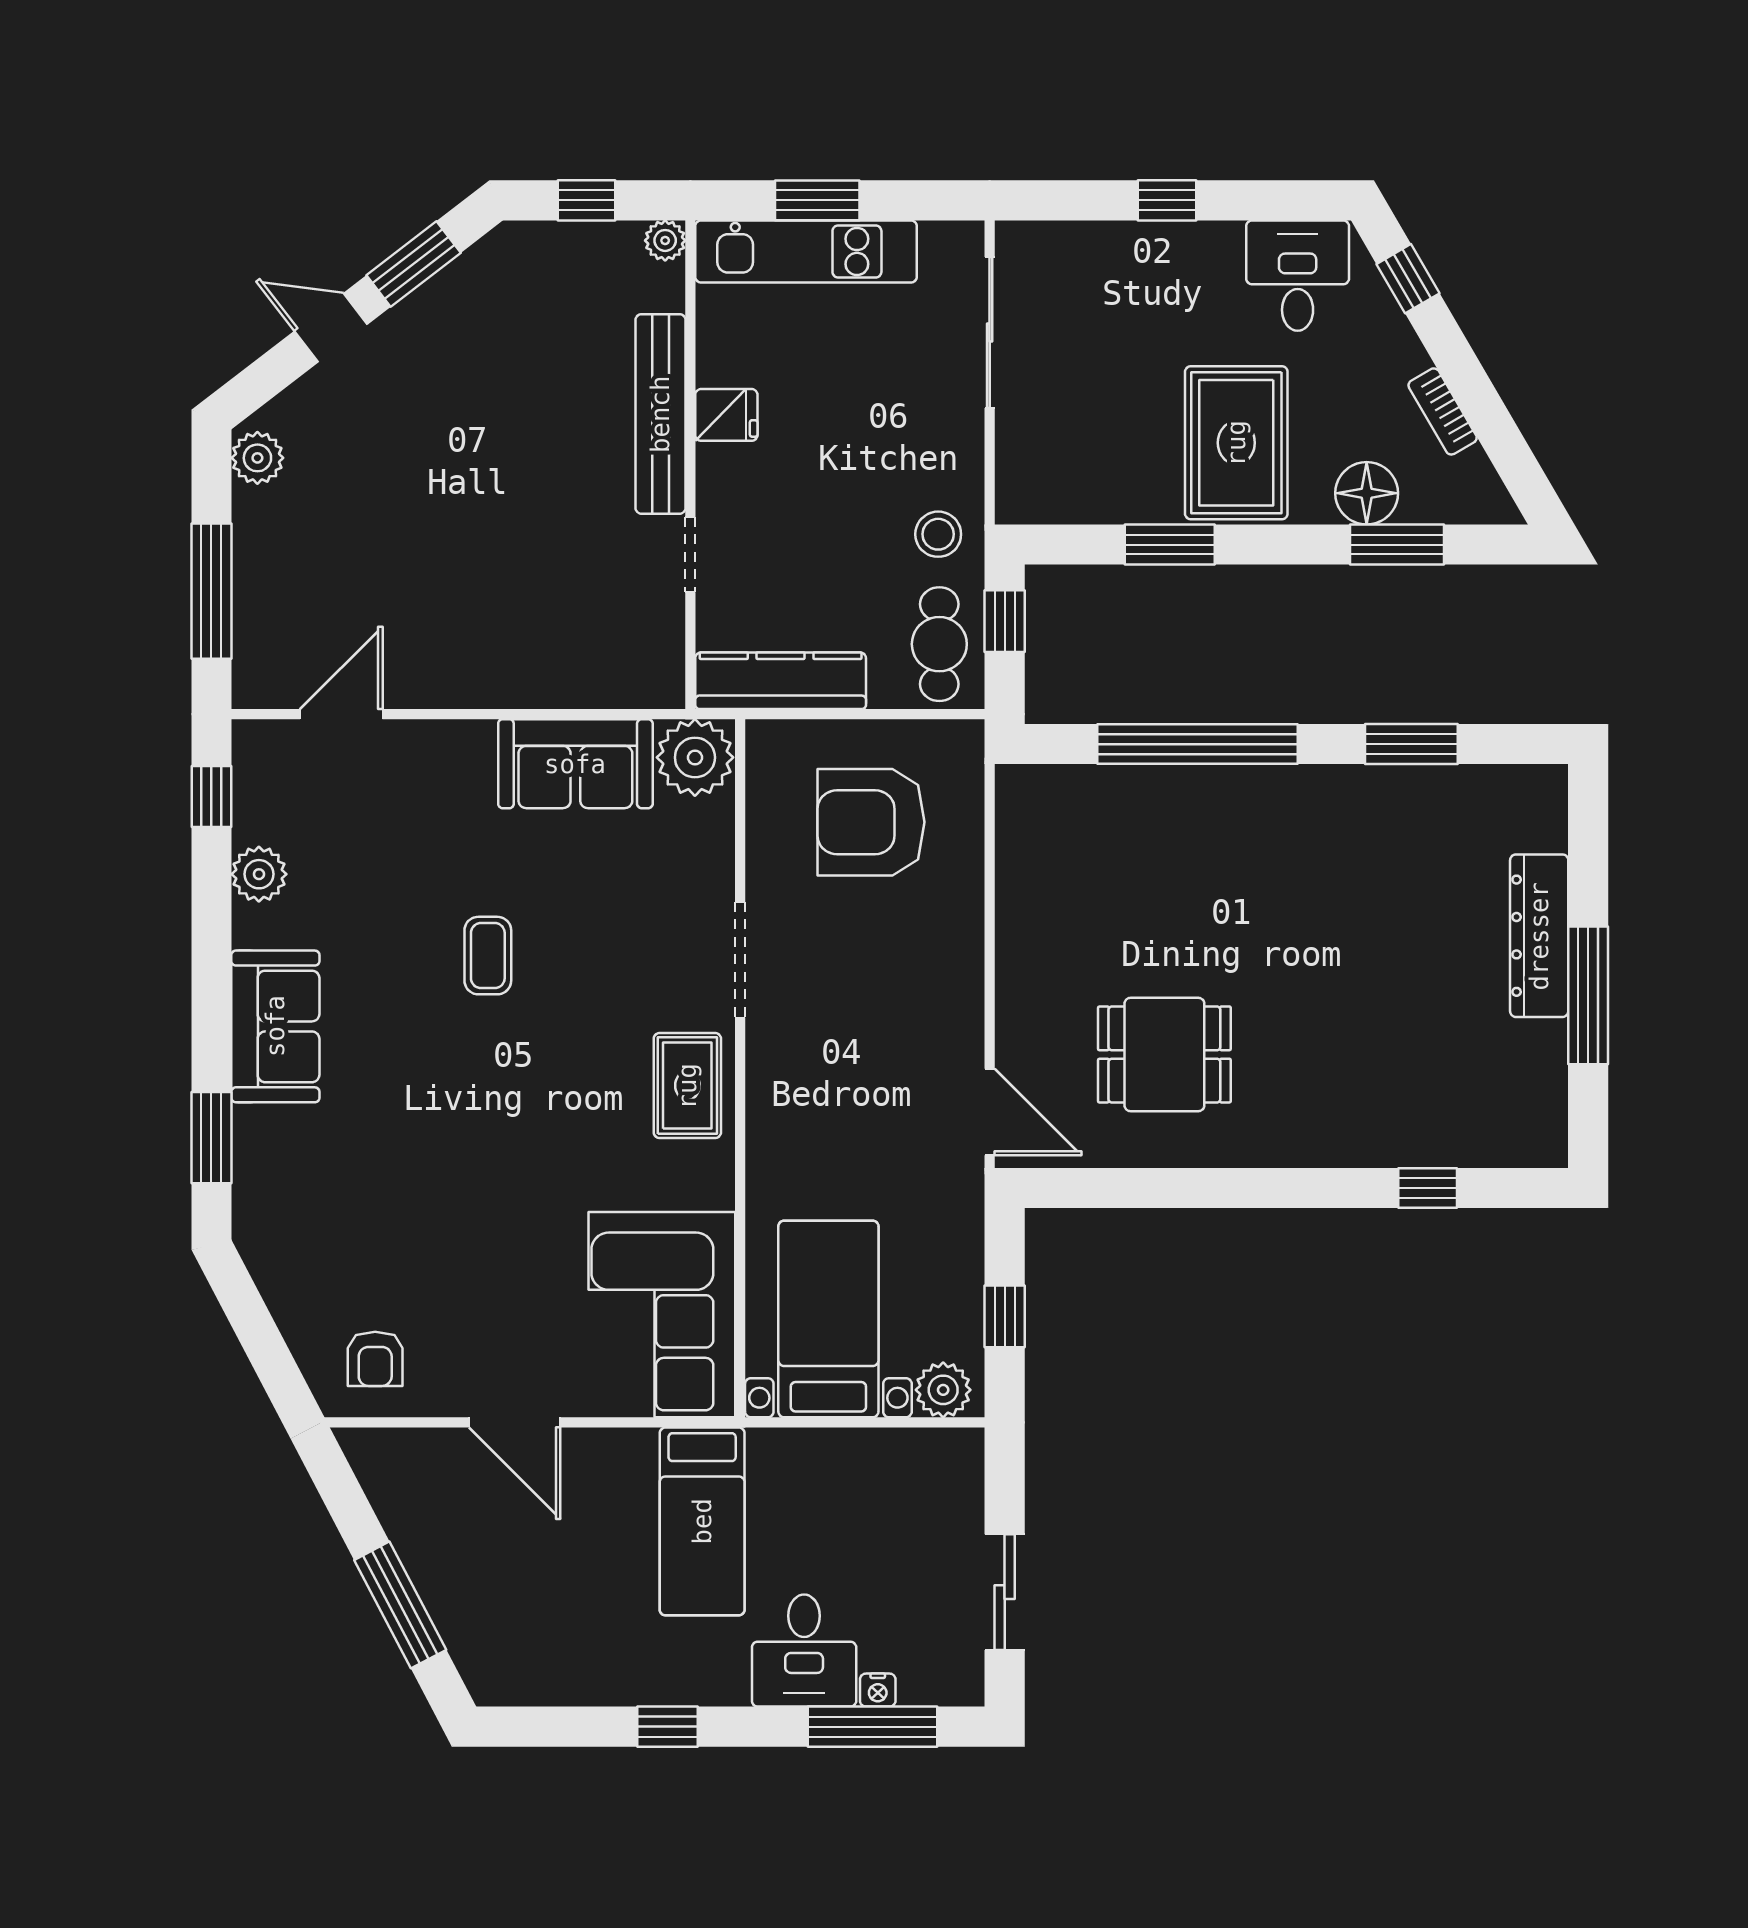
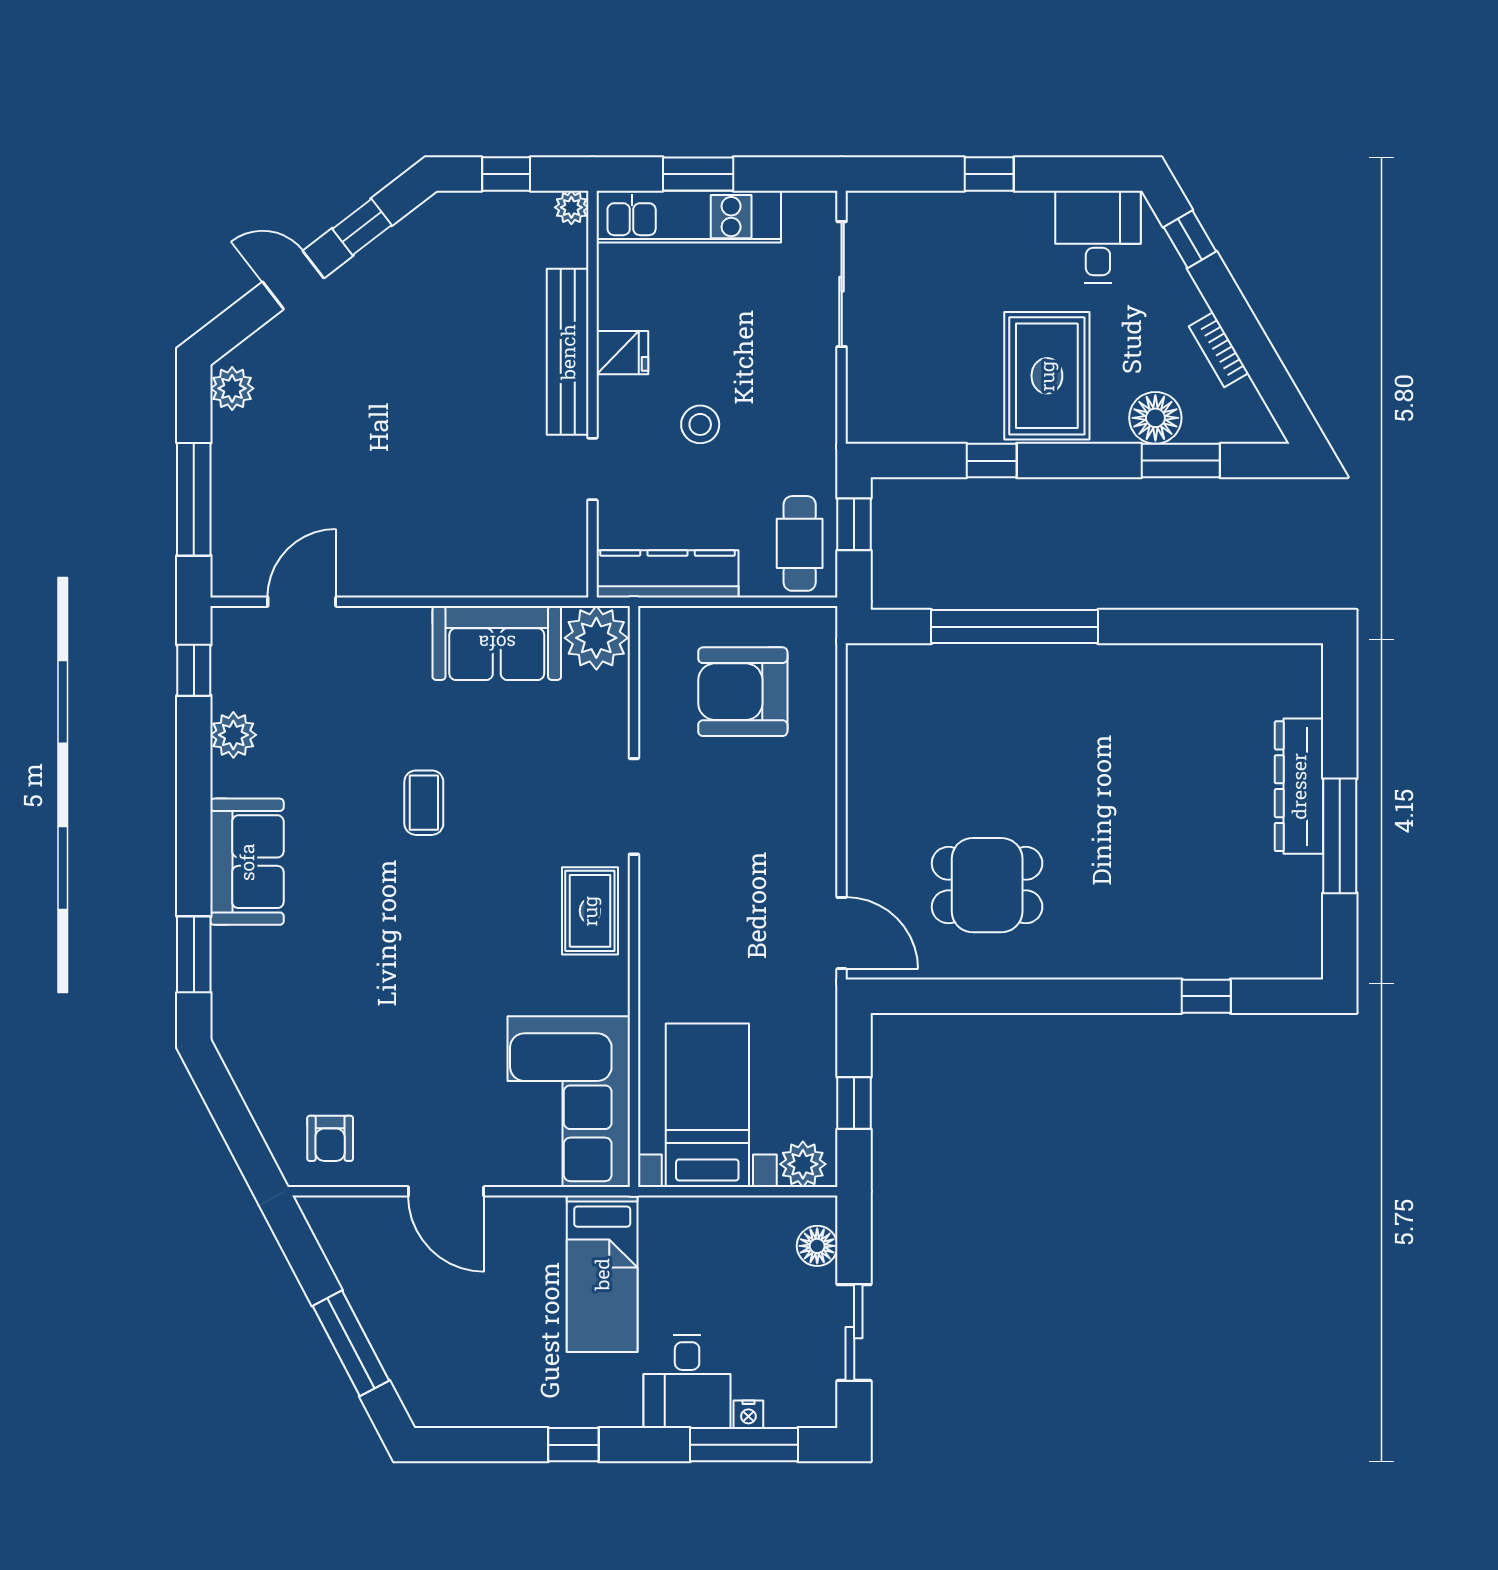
window: (414, 264) -> (362, 227), width x0.67
stool: (938, 534) -> (700, 424), moved
window: (1170, 545) -> (992, 461), width x0.67
window: (1411, 744) -> (1193, 627), removed
floor lamp: (960, 1488) -> (817, 1246), added

